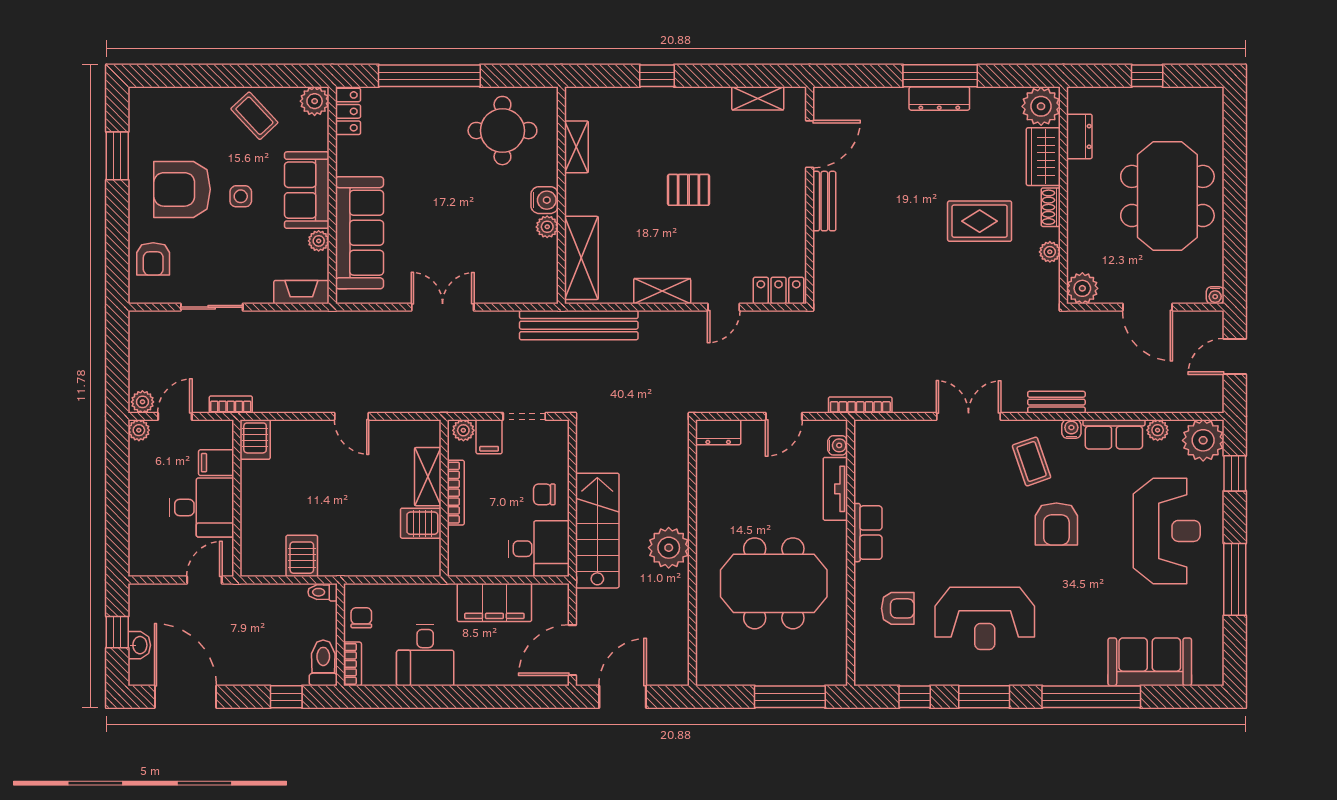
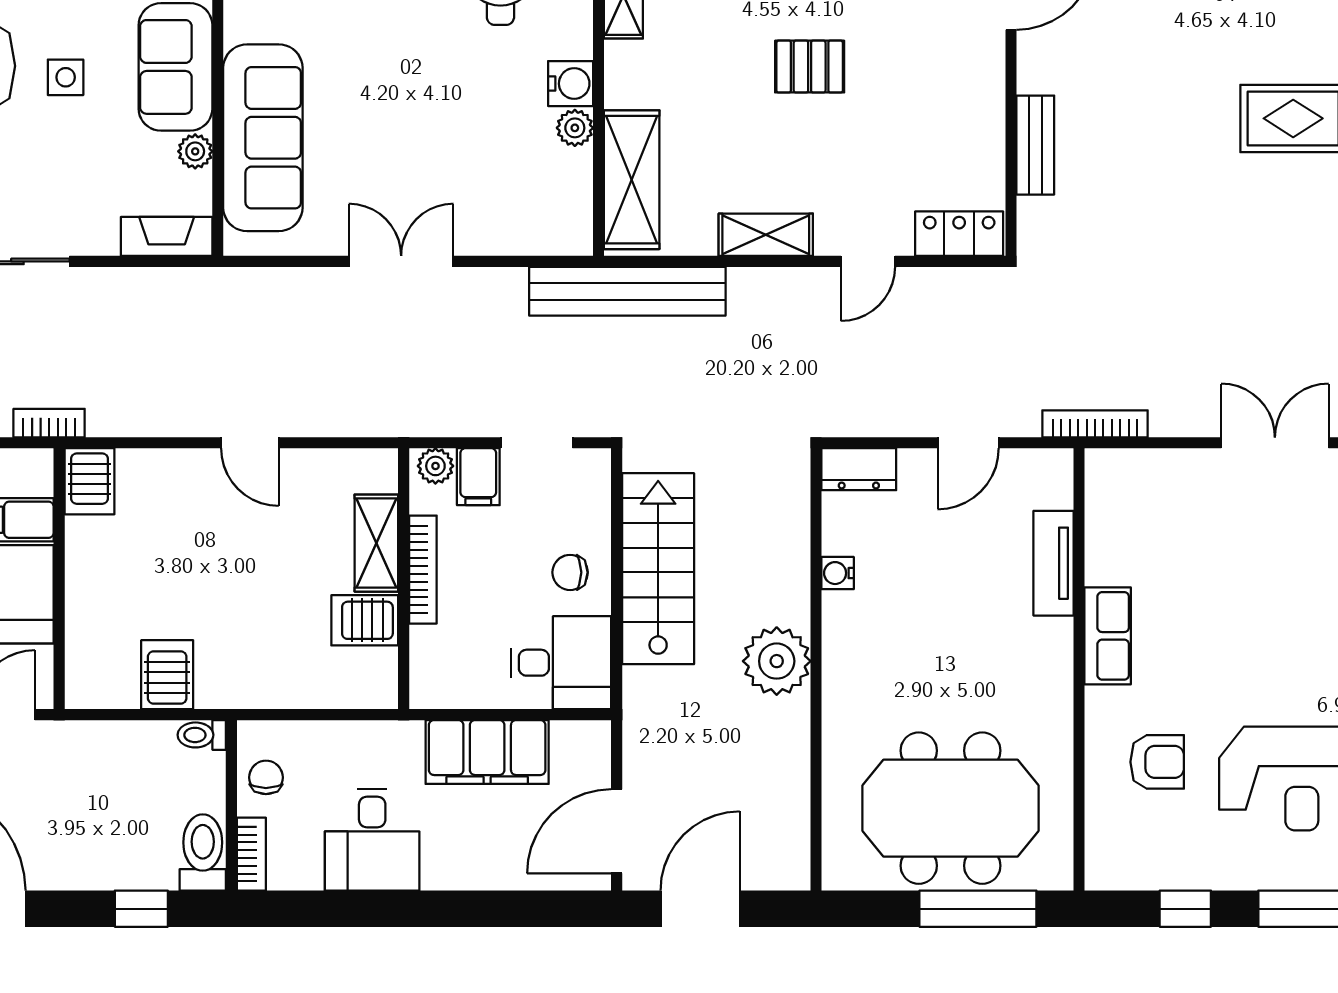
bench: (824, 201) -> (1035, 145), moved
water cooler: (838, 445) -> (838, 573), moved, turned 180
stairs: (597, 531) -> (658, 569), moved
meeting table: (774, 583) -> (950, 808), moved

